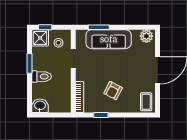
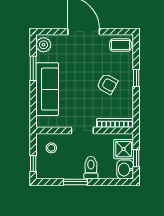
window: (99, 27) -> (33, 68), moved
shower: (40, 38) -> (124, 149), moved
doorway: (73, 58) -> (82, 130), moved
window: (50, 115) -> (136, 158), added
window: (101, 115) -> (136, 78), moved

